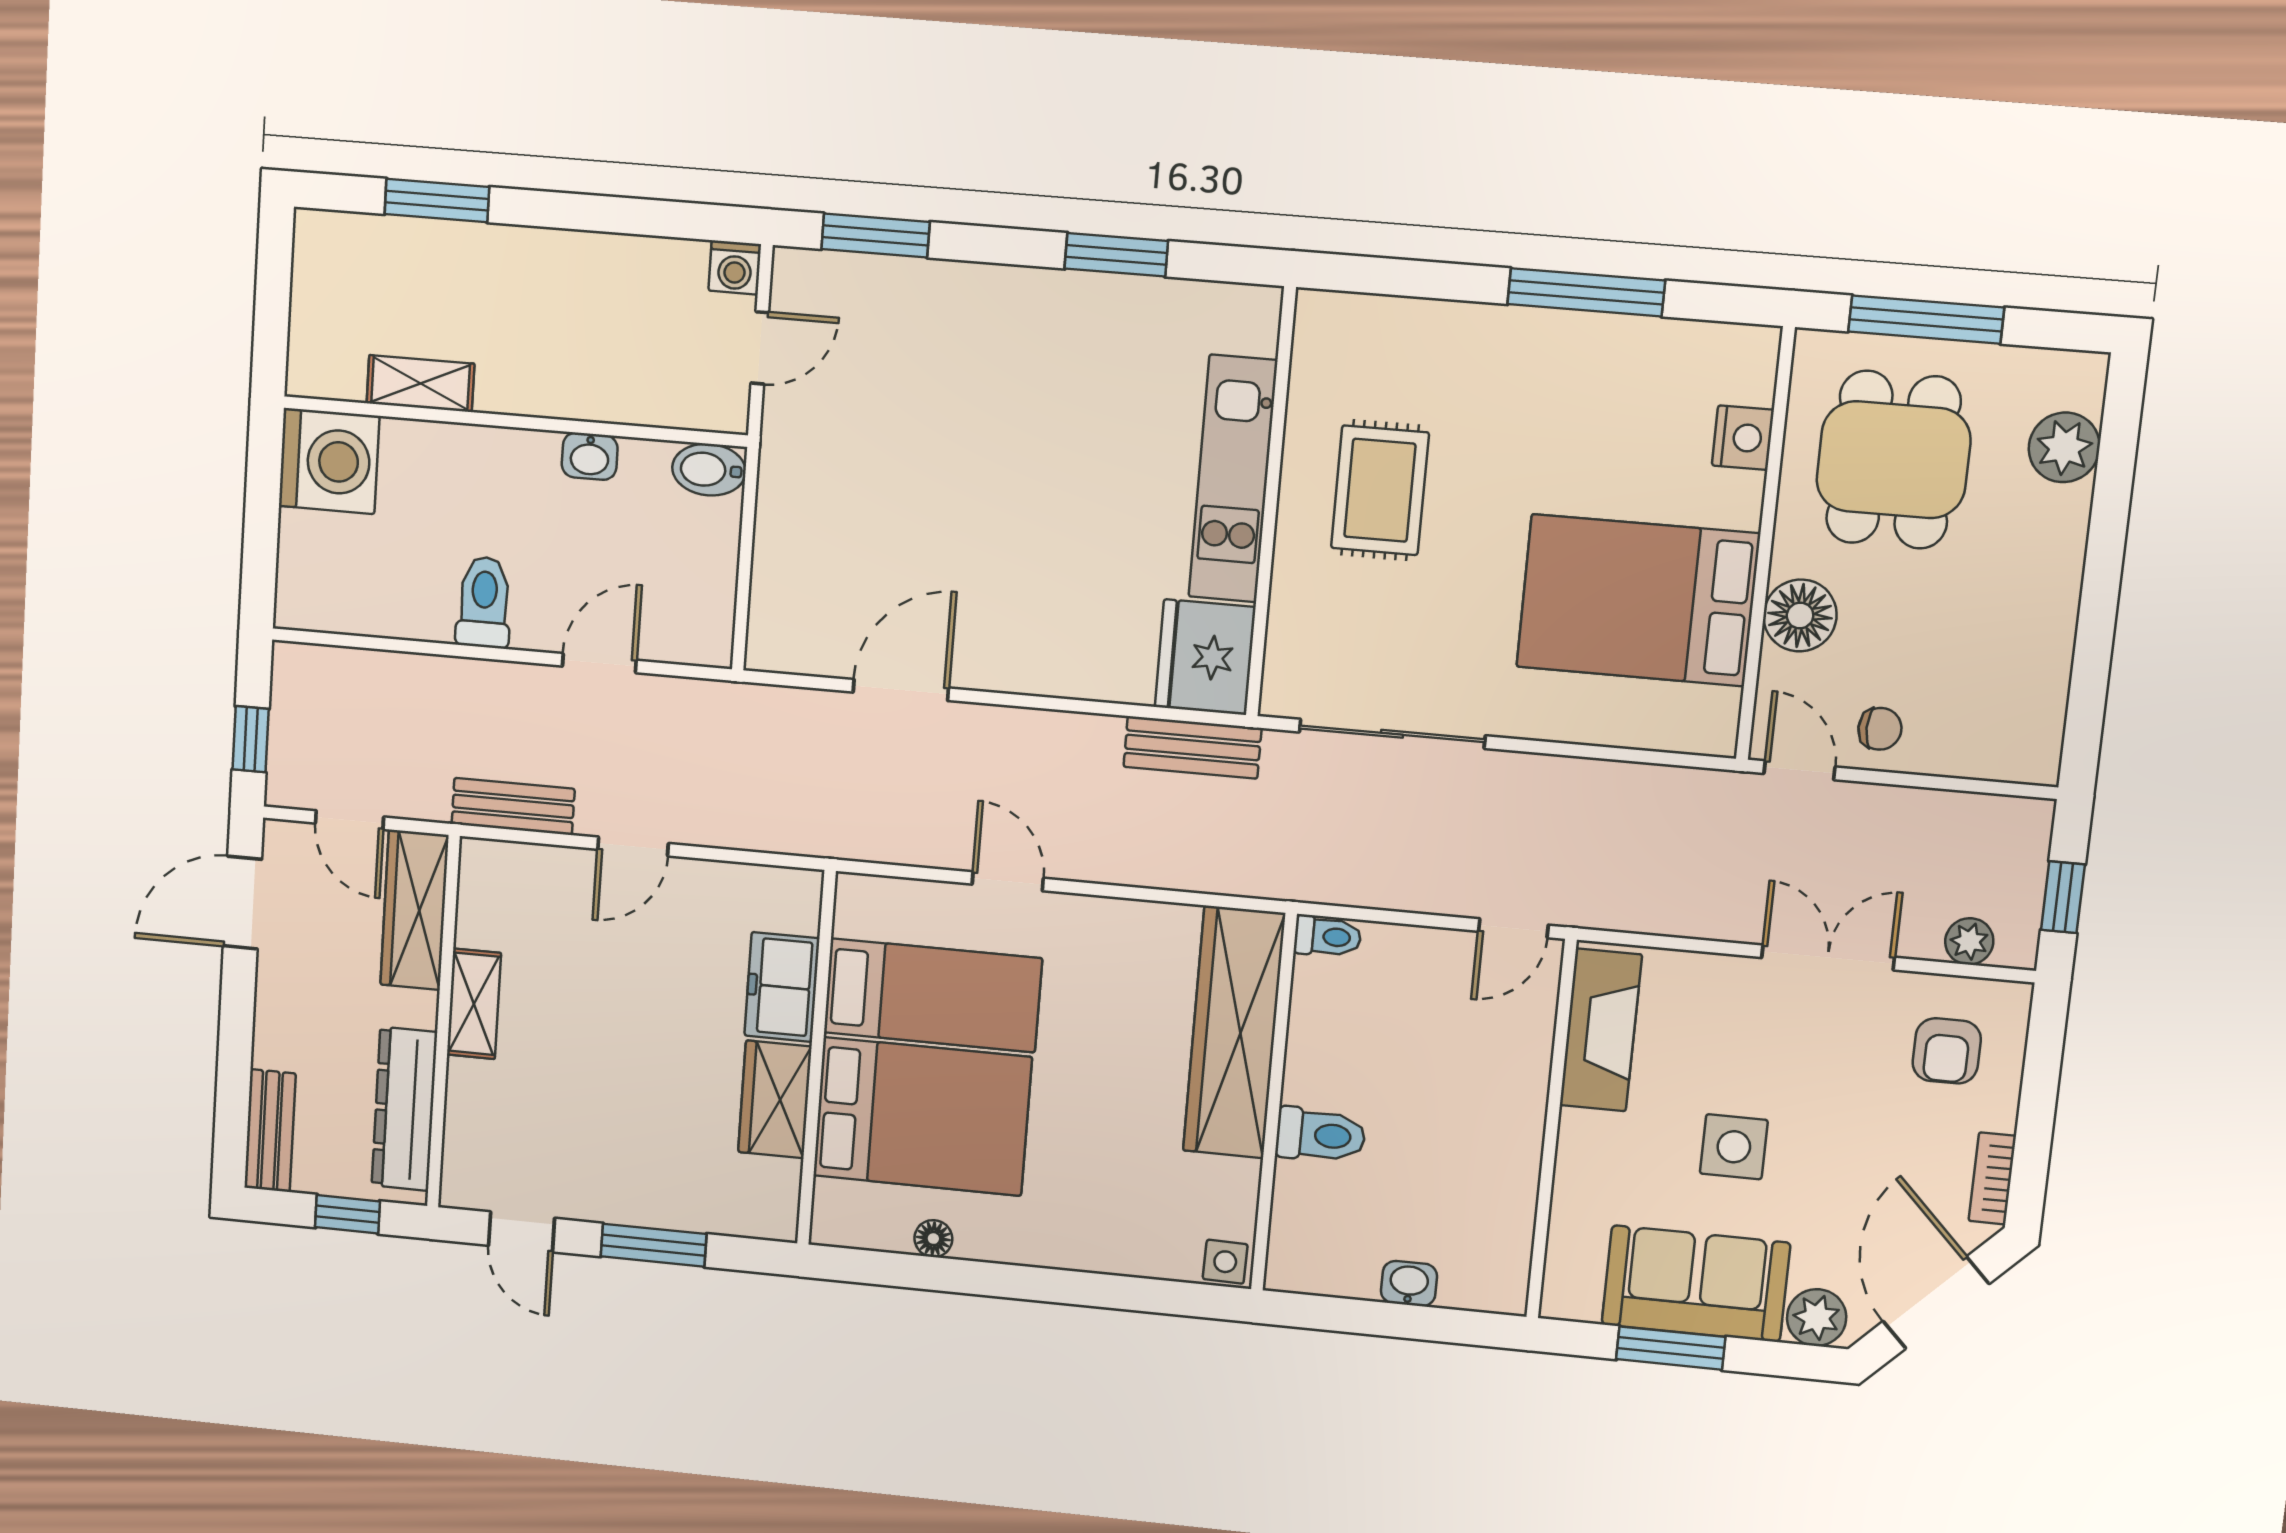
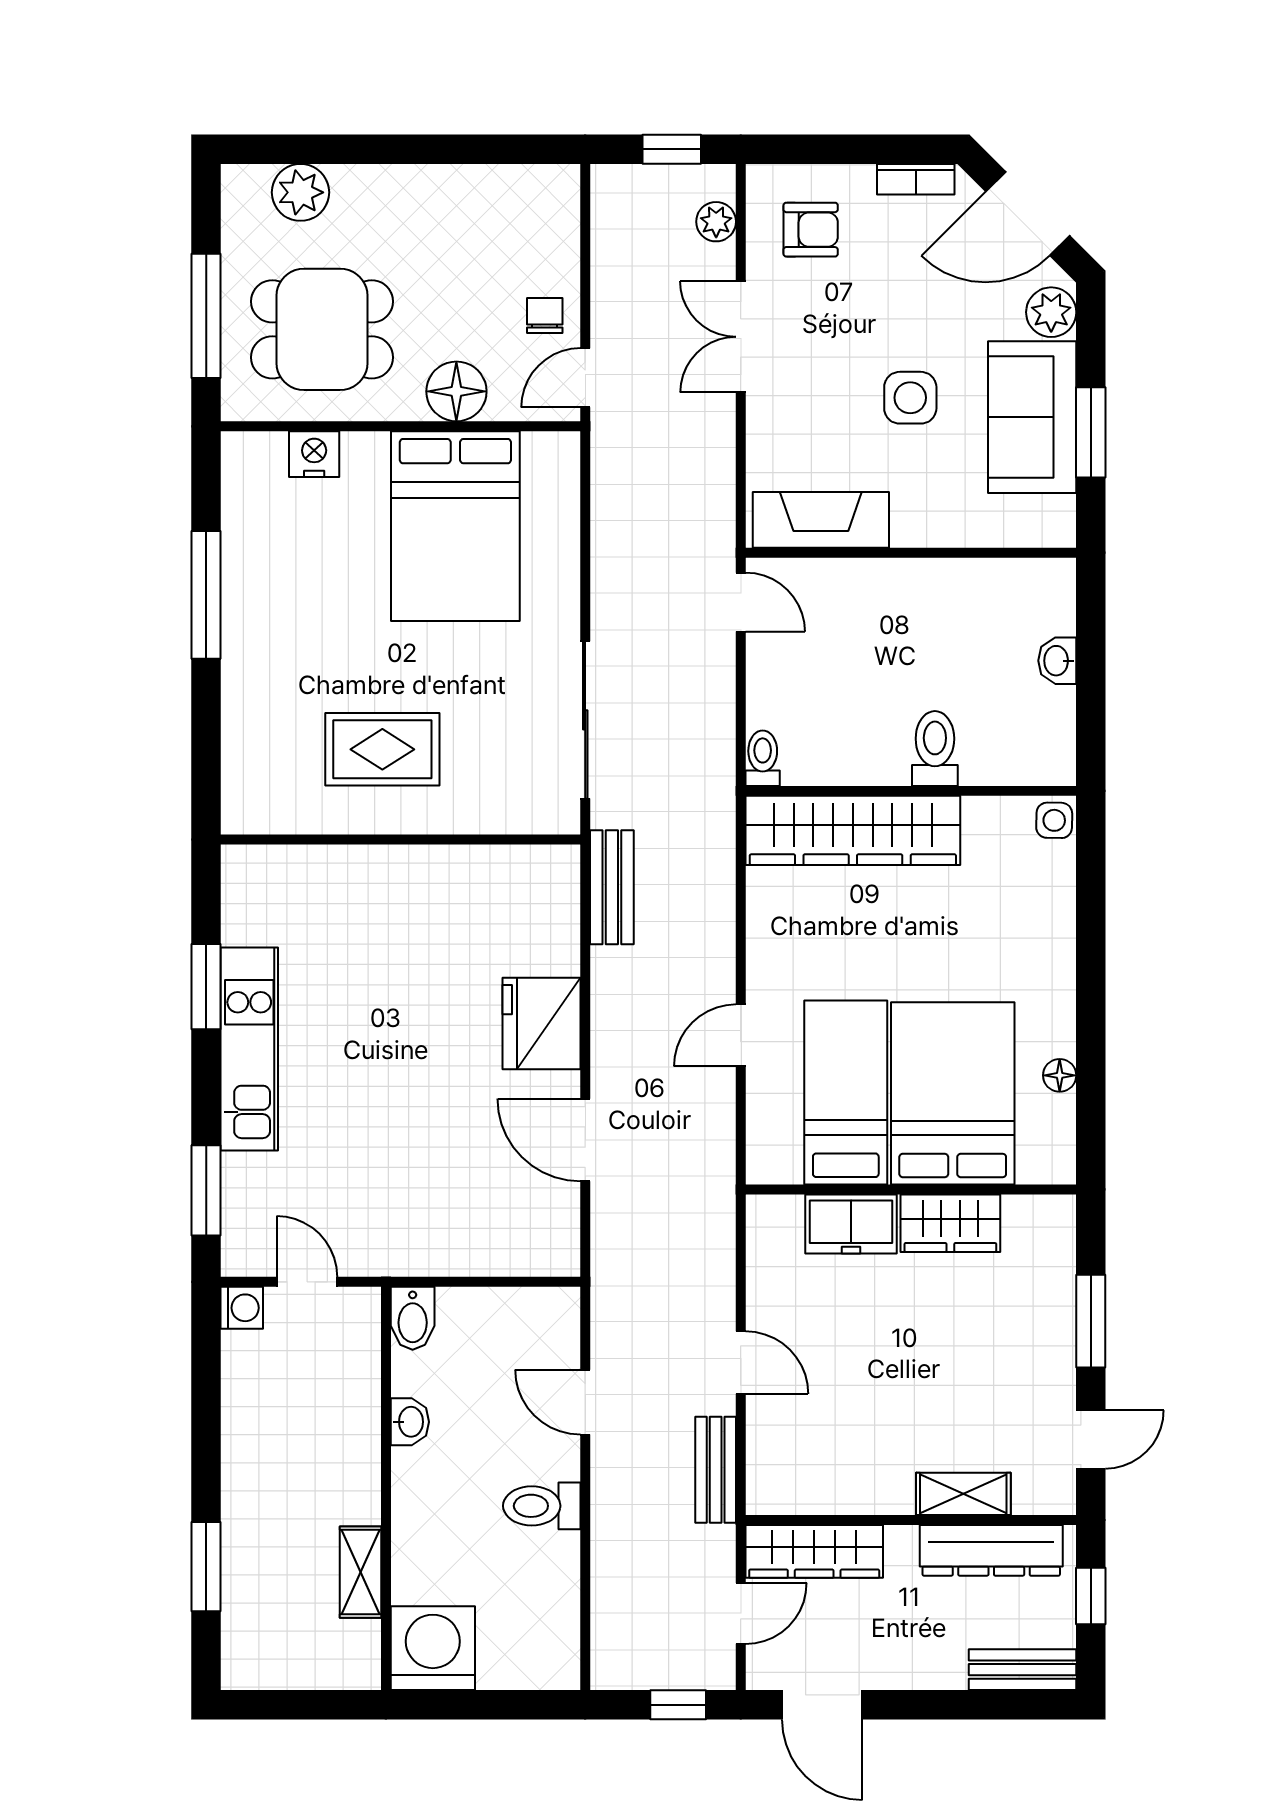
kitchen unit: (1233, 479) -> (249, 1049), moved, turned -90
fridge: (1205, 657) -> (541, 1024), moved, turned 90
shelving: (474, 1004) -> (963, 1494), moved

